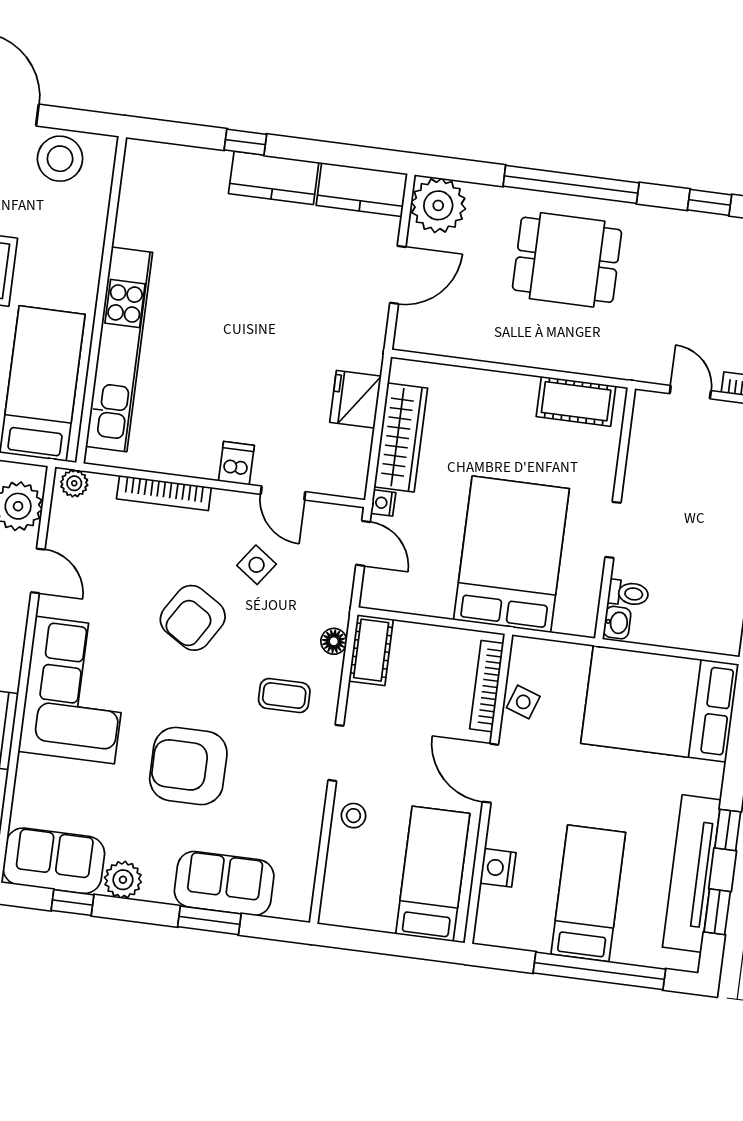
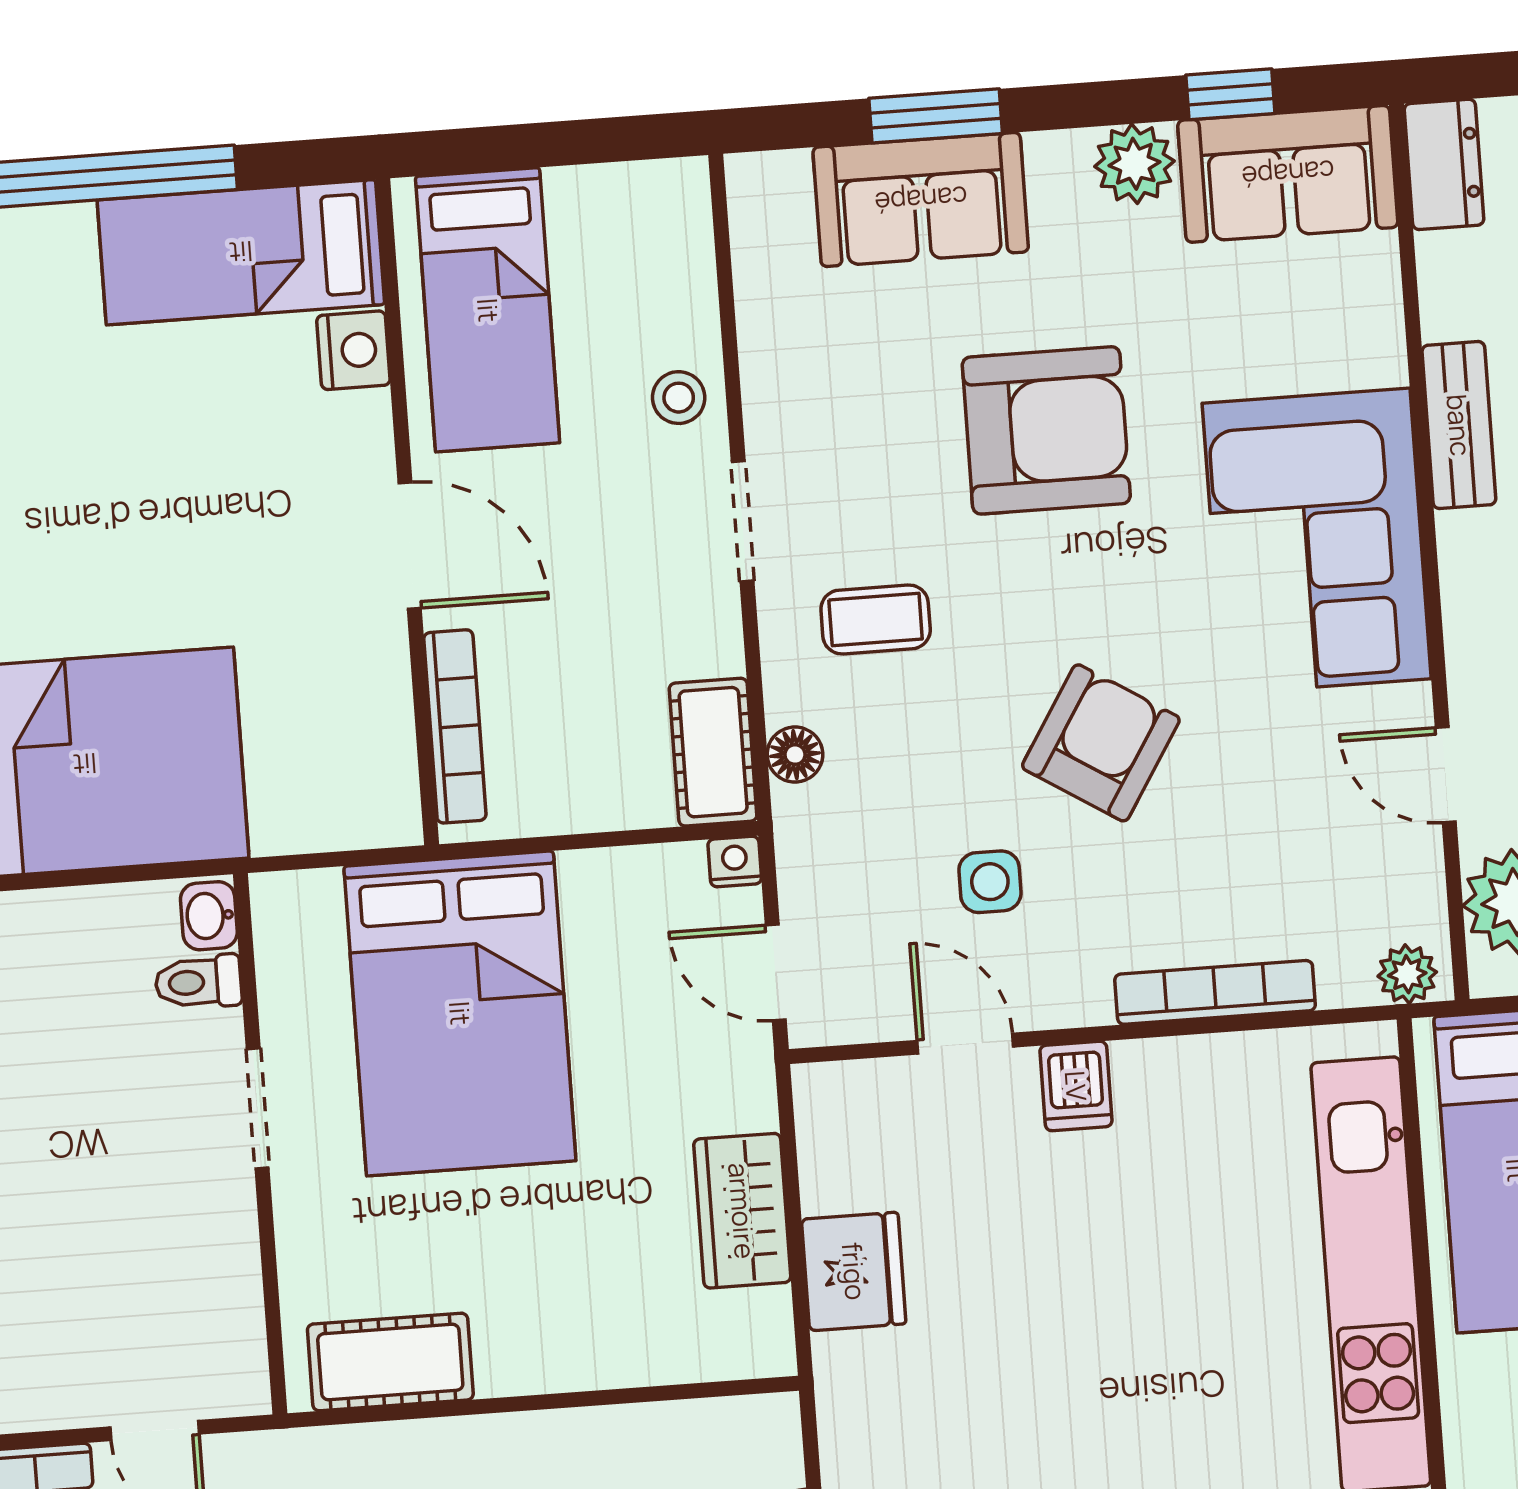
wardrobe: (401, 438) -> (742, 1211), width x0.67
nightstand: (383, 503) -> (735, 861), moved, turned -90
side table: (257, 565) -> (990, 882), turned -36
side table: (523, 702) -> (372, 709), removed
bed: (588, 893) -> (241, 252), moved, turned 90

